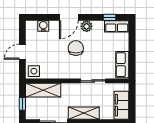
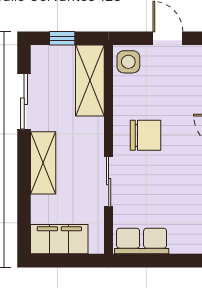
chair: (76, 48) -> (145, 135), moved

